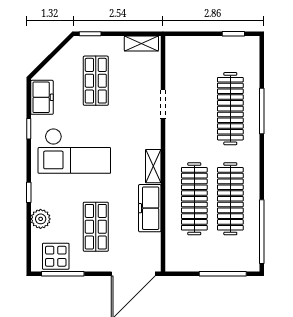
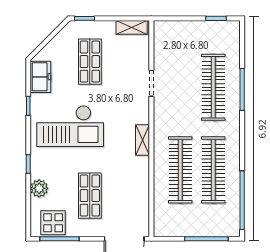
freezer: (150, 208) -> (139, 179), removed

